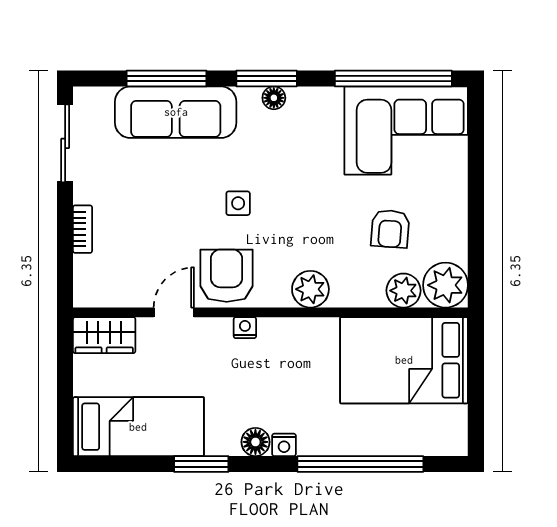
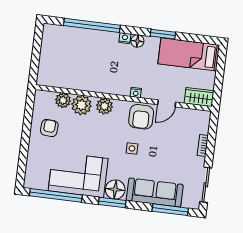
window: (166, 78) -> (170, 210), moved
floor lamp: (274, 98) -> (115, 190), width x1.89, depth x1.89
corner sofa: (406, 131) -> (78, 175), moved
armchair: (390, 229) -> (49, 128), moved
plant: (446, 285) -> (81, 105), moved
bed: (404, 360) -> (67, 69), removed

